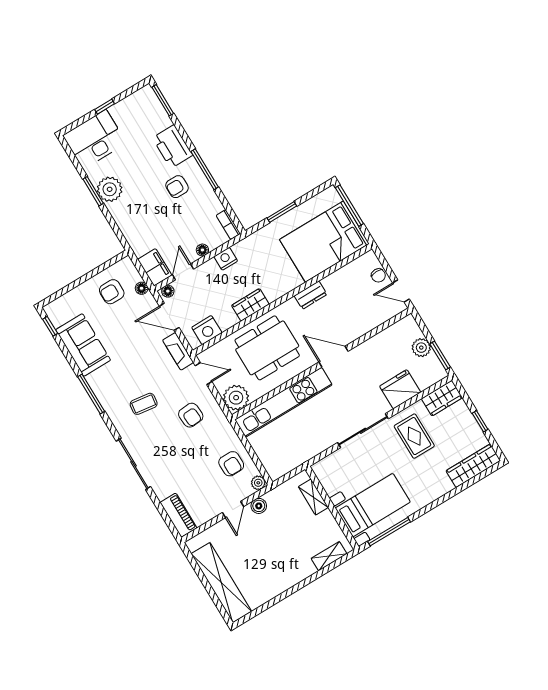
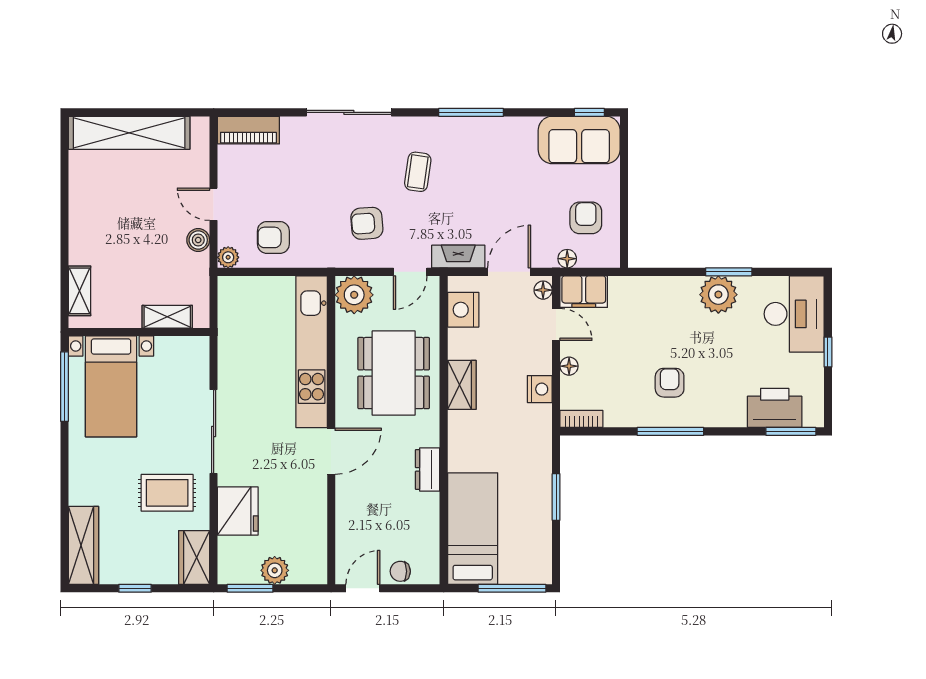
printer: (172, 147) -> (775, 408), moved
bed: (324, 242) -> (473, 529), width x0.67
sofa: (83, 345) -> (579, 140), moved

